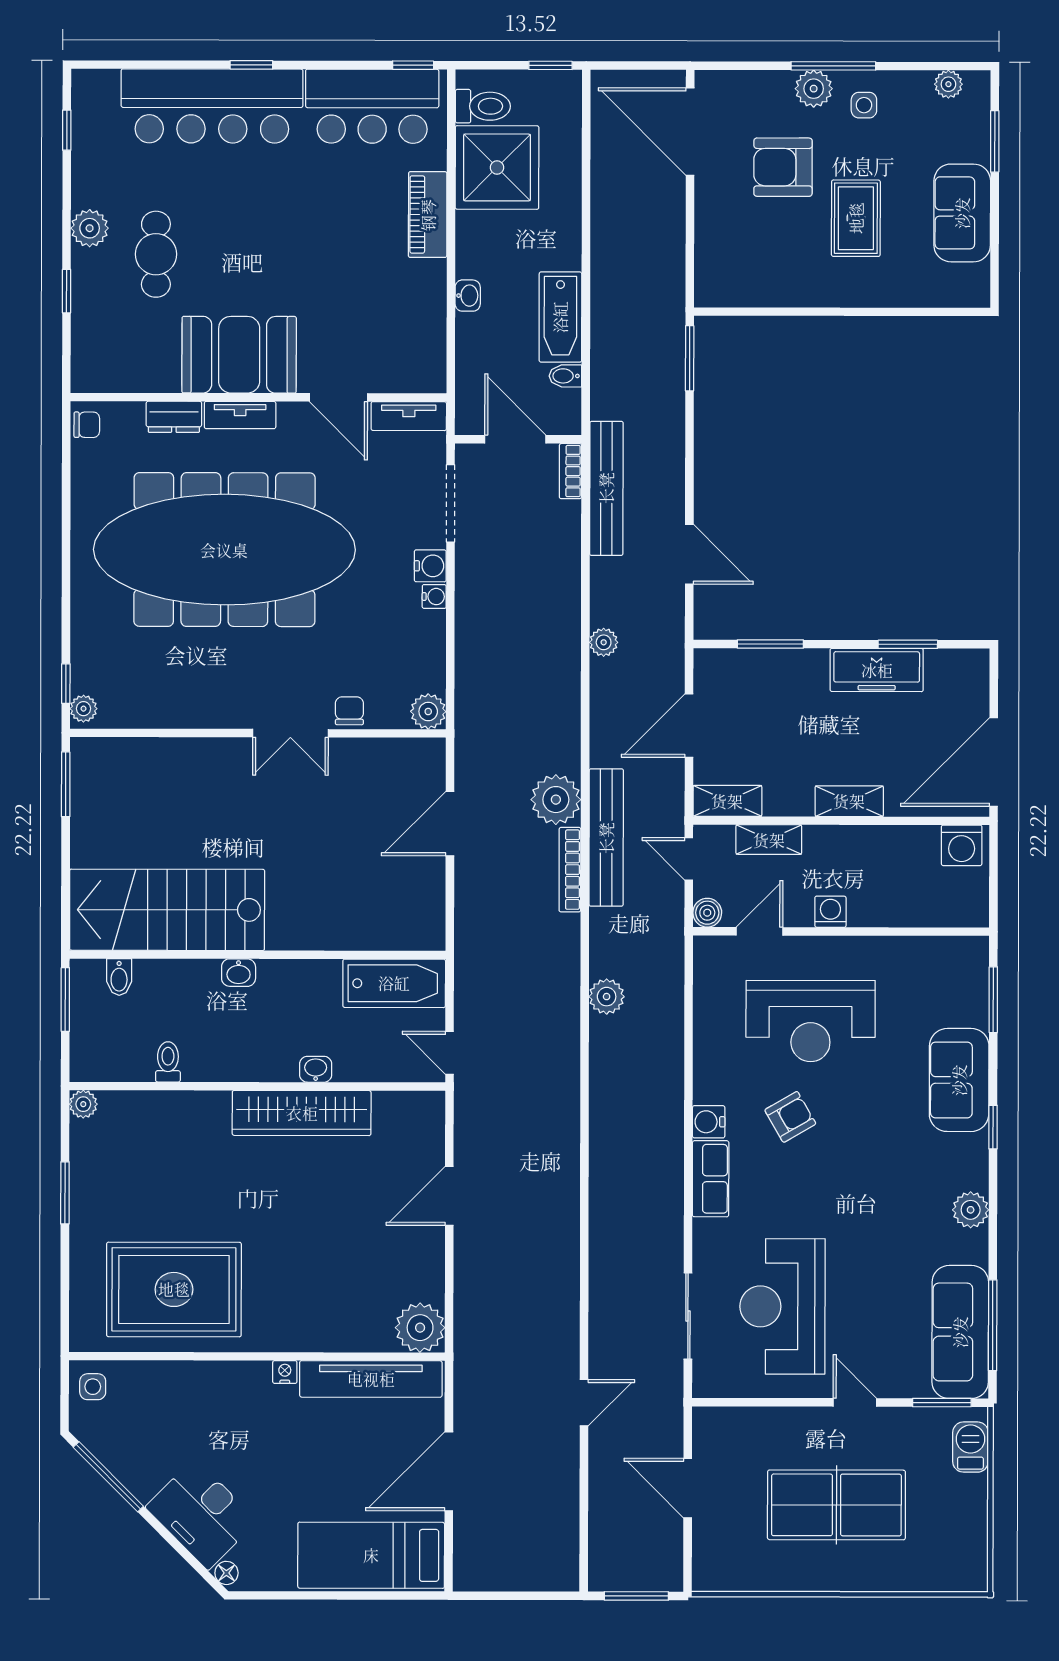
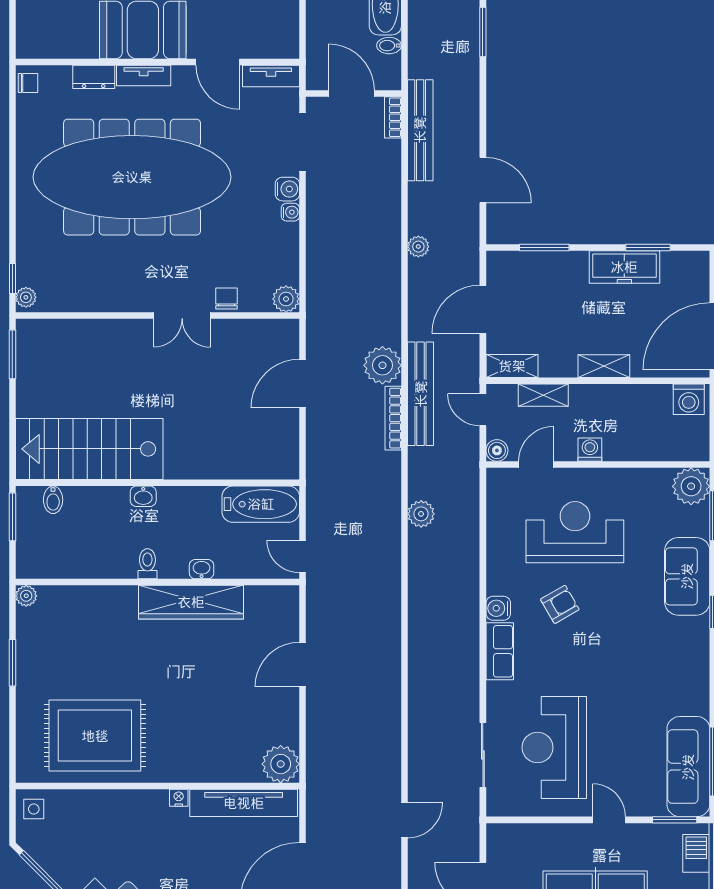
reception desk: (811, 1021) -> (575, 532), turned 180
toilet: (168, 1062) -> (147, 564), moved
plant: (971, 1210) -> (691, 486), moved, width x1.36, depth x1.36

